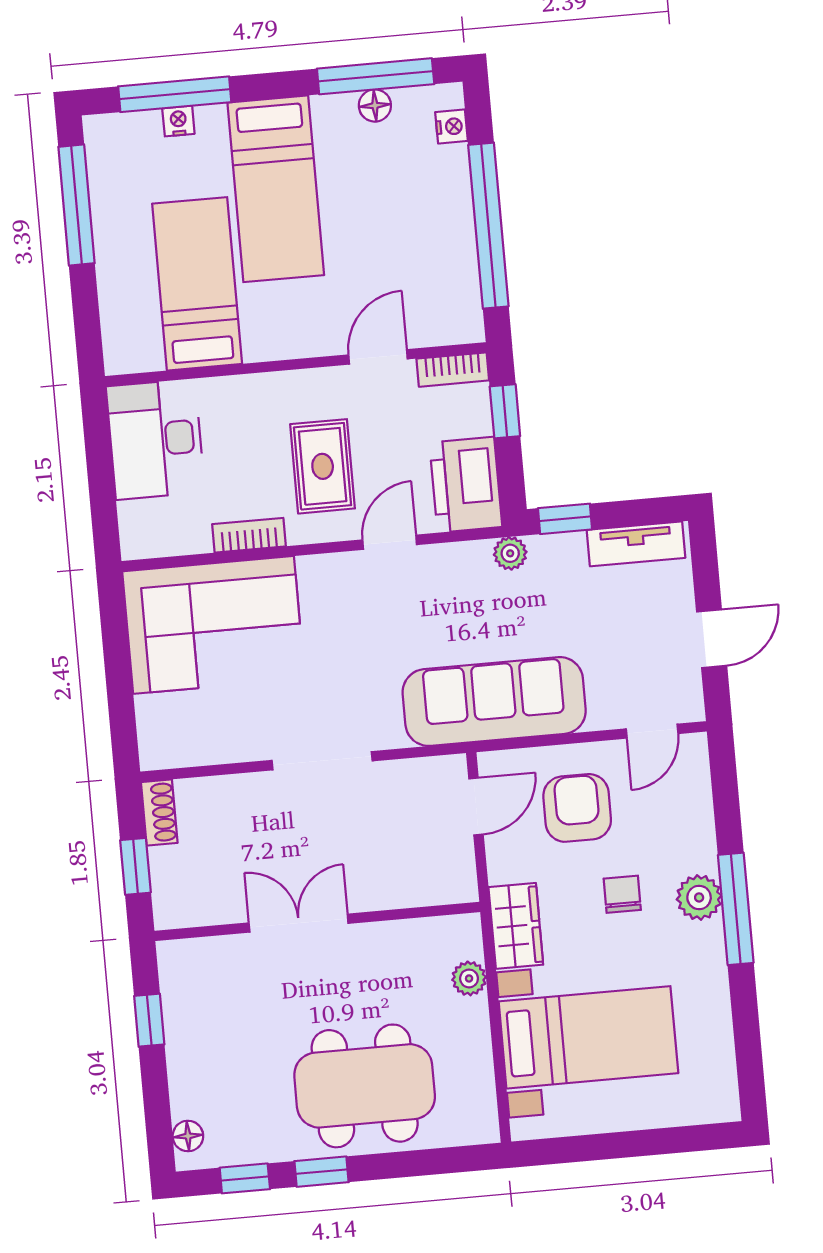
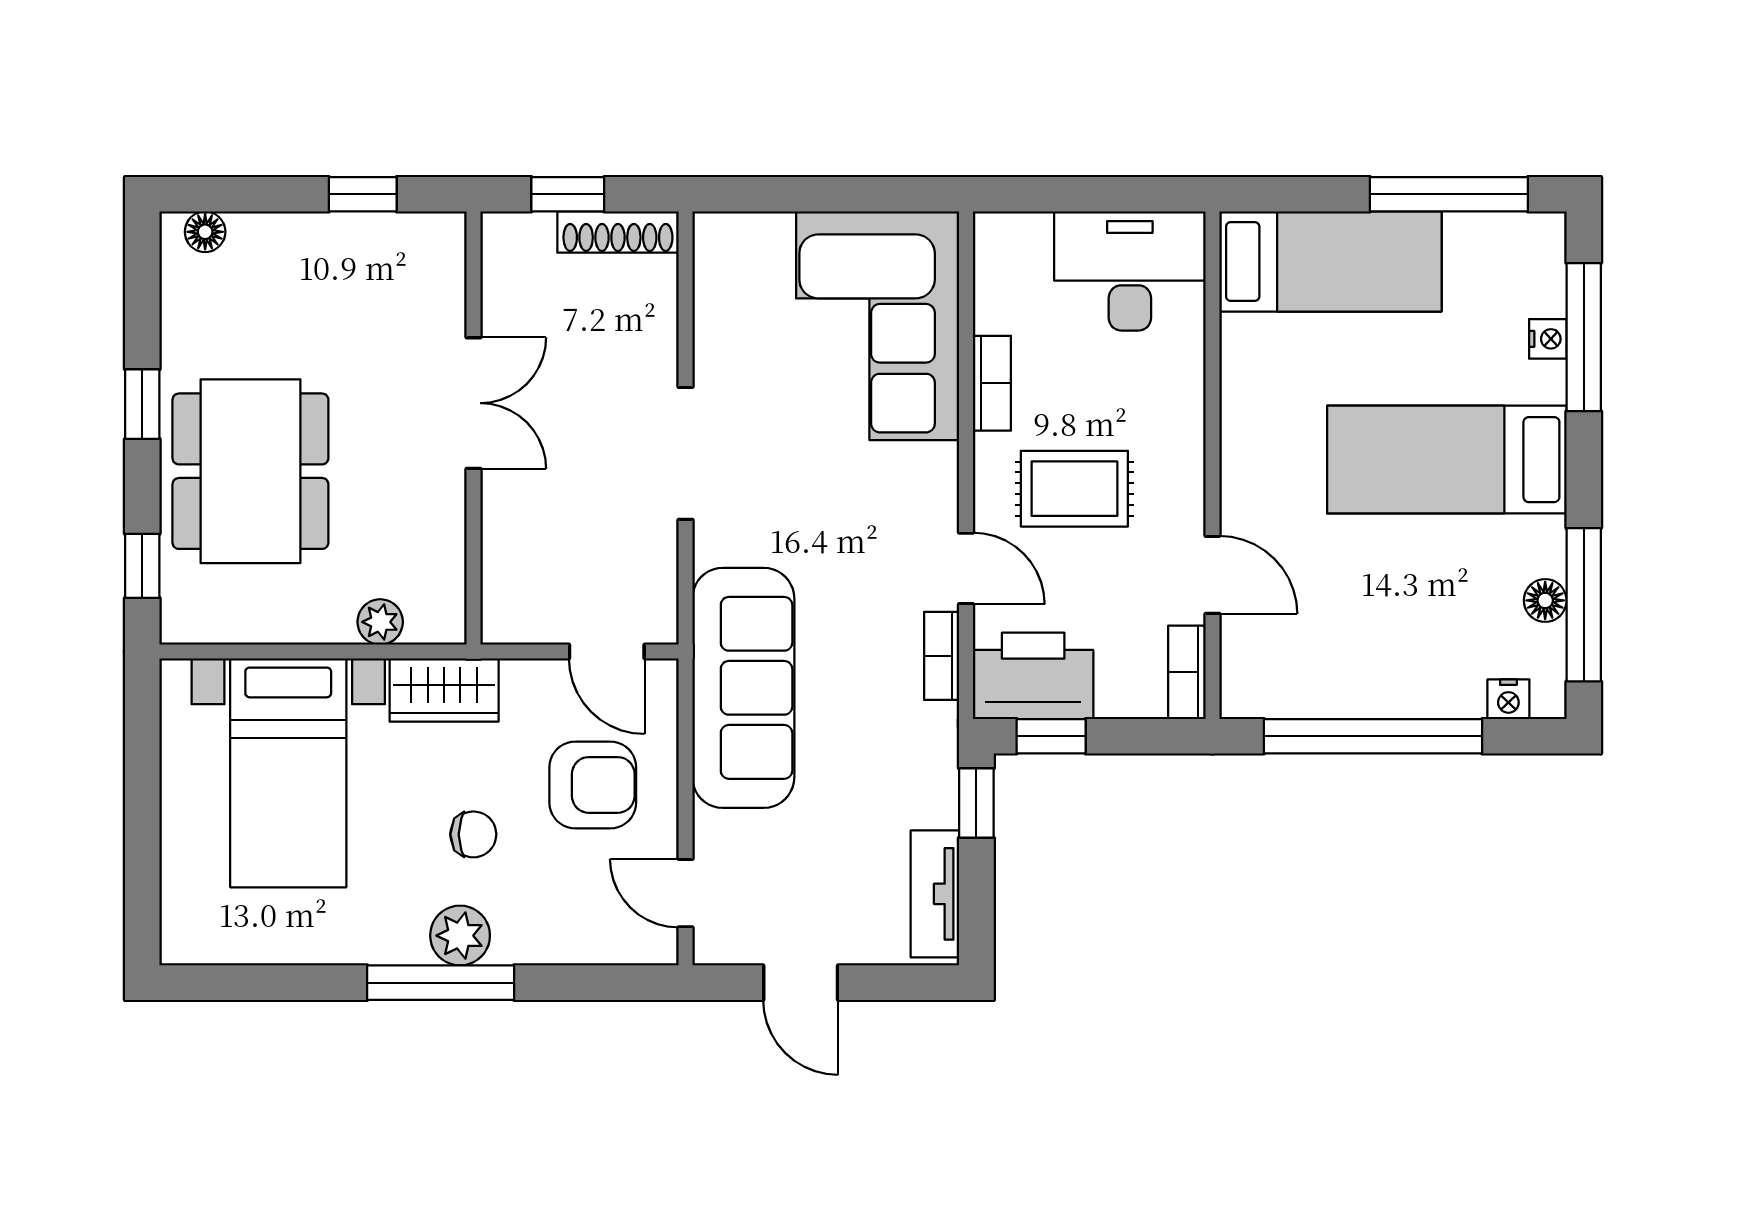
bed: (197, 284) -> (1330, 262), moved
window: (505, 411) -> (1051, 736), moved
plant: (510, 553) -> (937, 726), removed
bookcase: (457, 555) -> (942, 656), added
shoe rack: (159, 812) -> (618, 232), width x1.43
window: (245, 1178) -> (142, 566), moved

